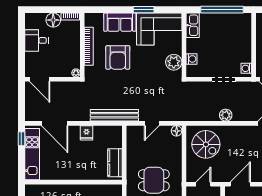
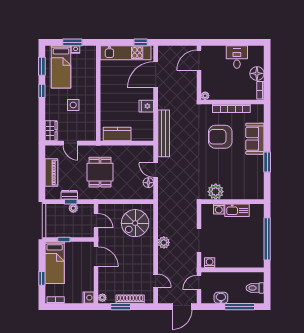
kitchen sink: (193, 25) -> (237, 210), moved
corner sofa: (159, 29) -> (248, 177), removed
floor lamp: (177, 131) -> (148, 183), moved

